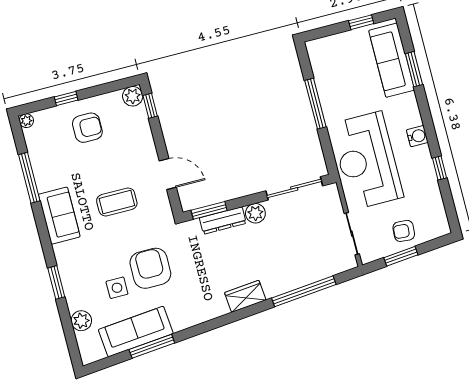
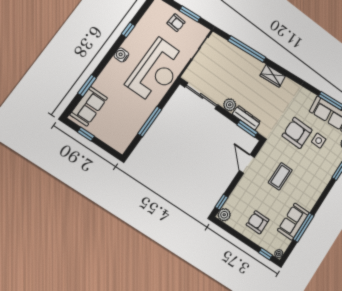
sofa: (392, 60) -> (89, 106), width x0.73
window: (66, 98) -> (266, 254), moved
coffee table: (117, 202) -> (280, 176), turned 90
sofa: (59, 216) -> (293, 222), moved
armchair: (150, 268) -> (297, 133), turned 90

